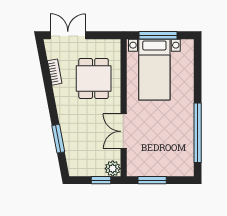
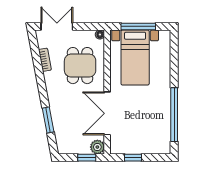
floor lamp: (115, 44) -> (100, 35), added
double door: (124, 131) -> (107, 113), width x1.37
window: (152, 180) -> (133, 158), width x0.67

